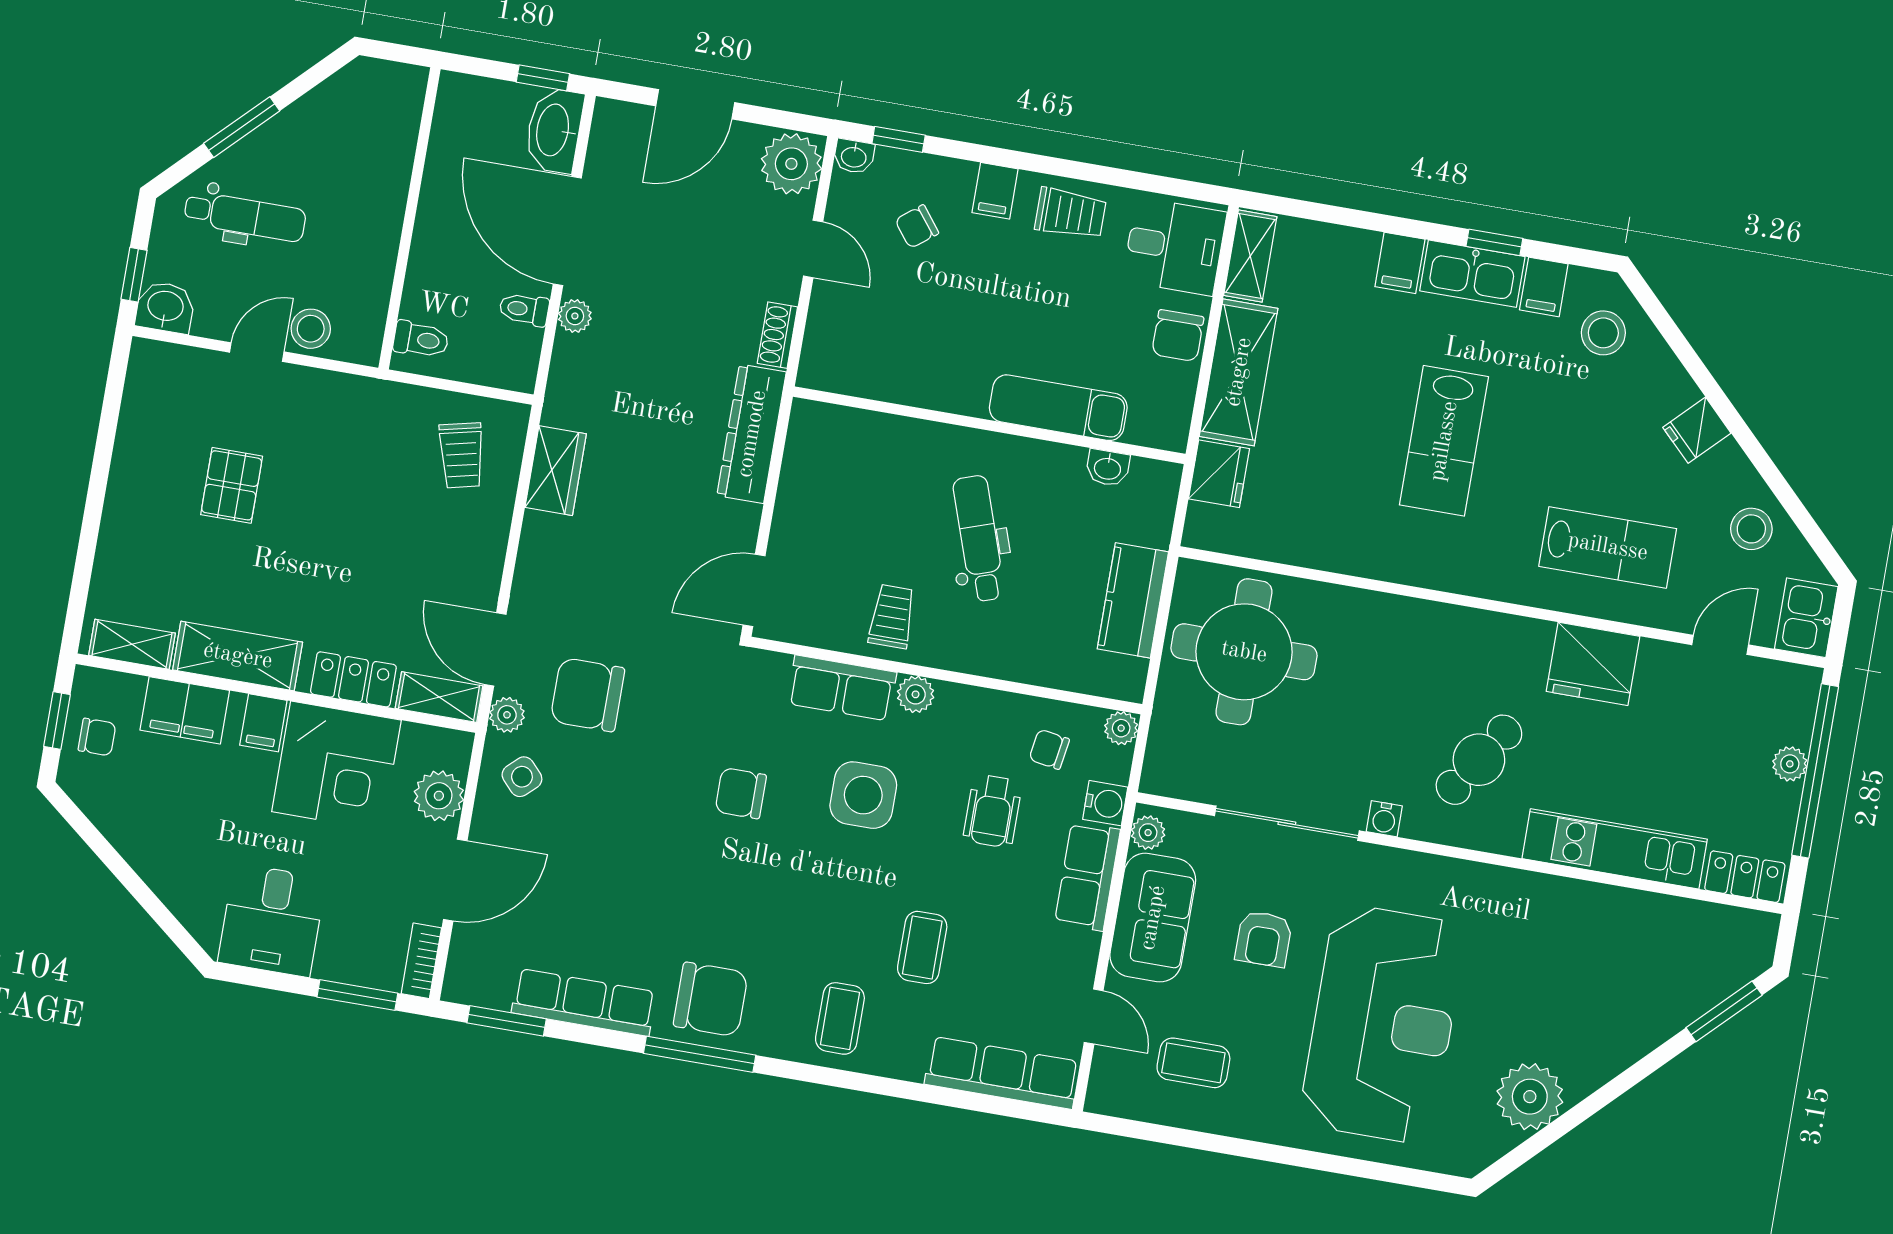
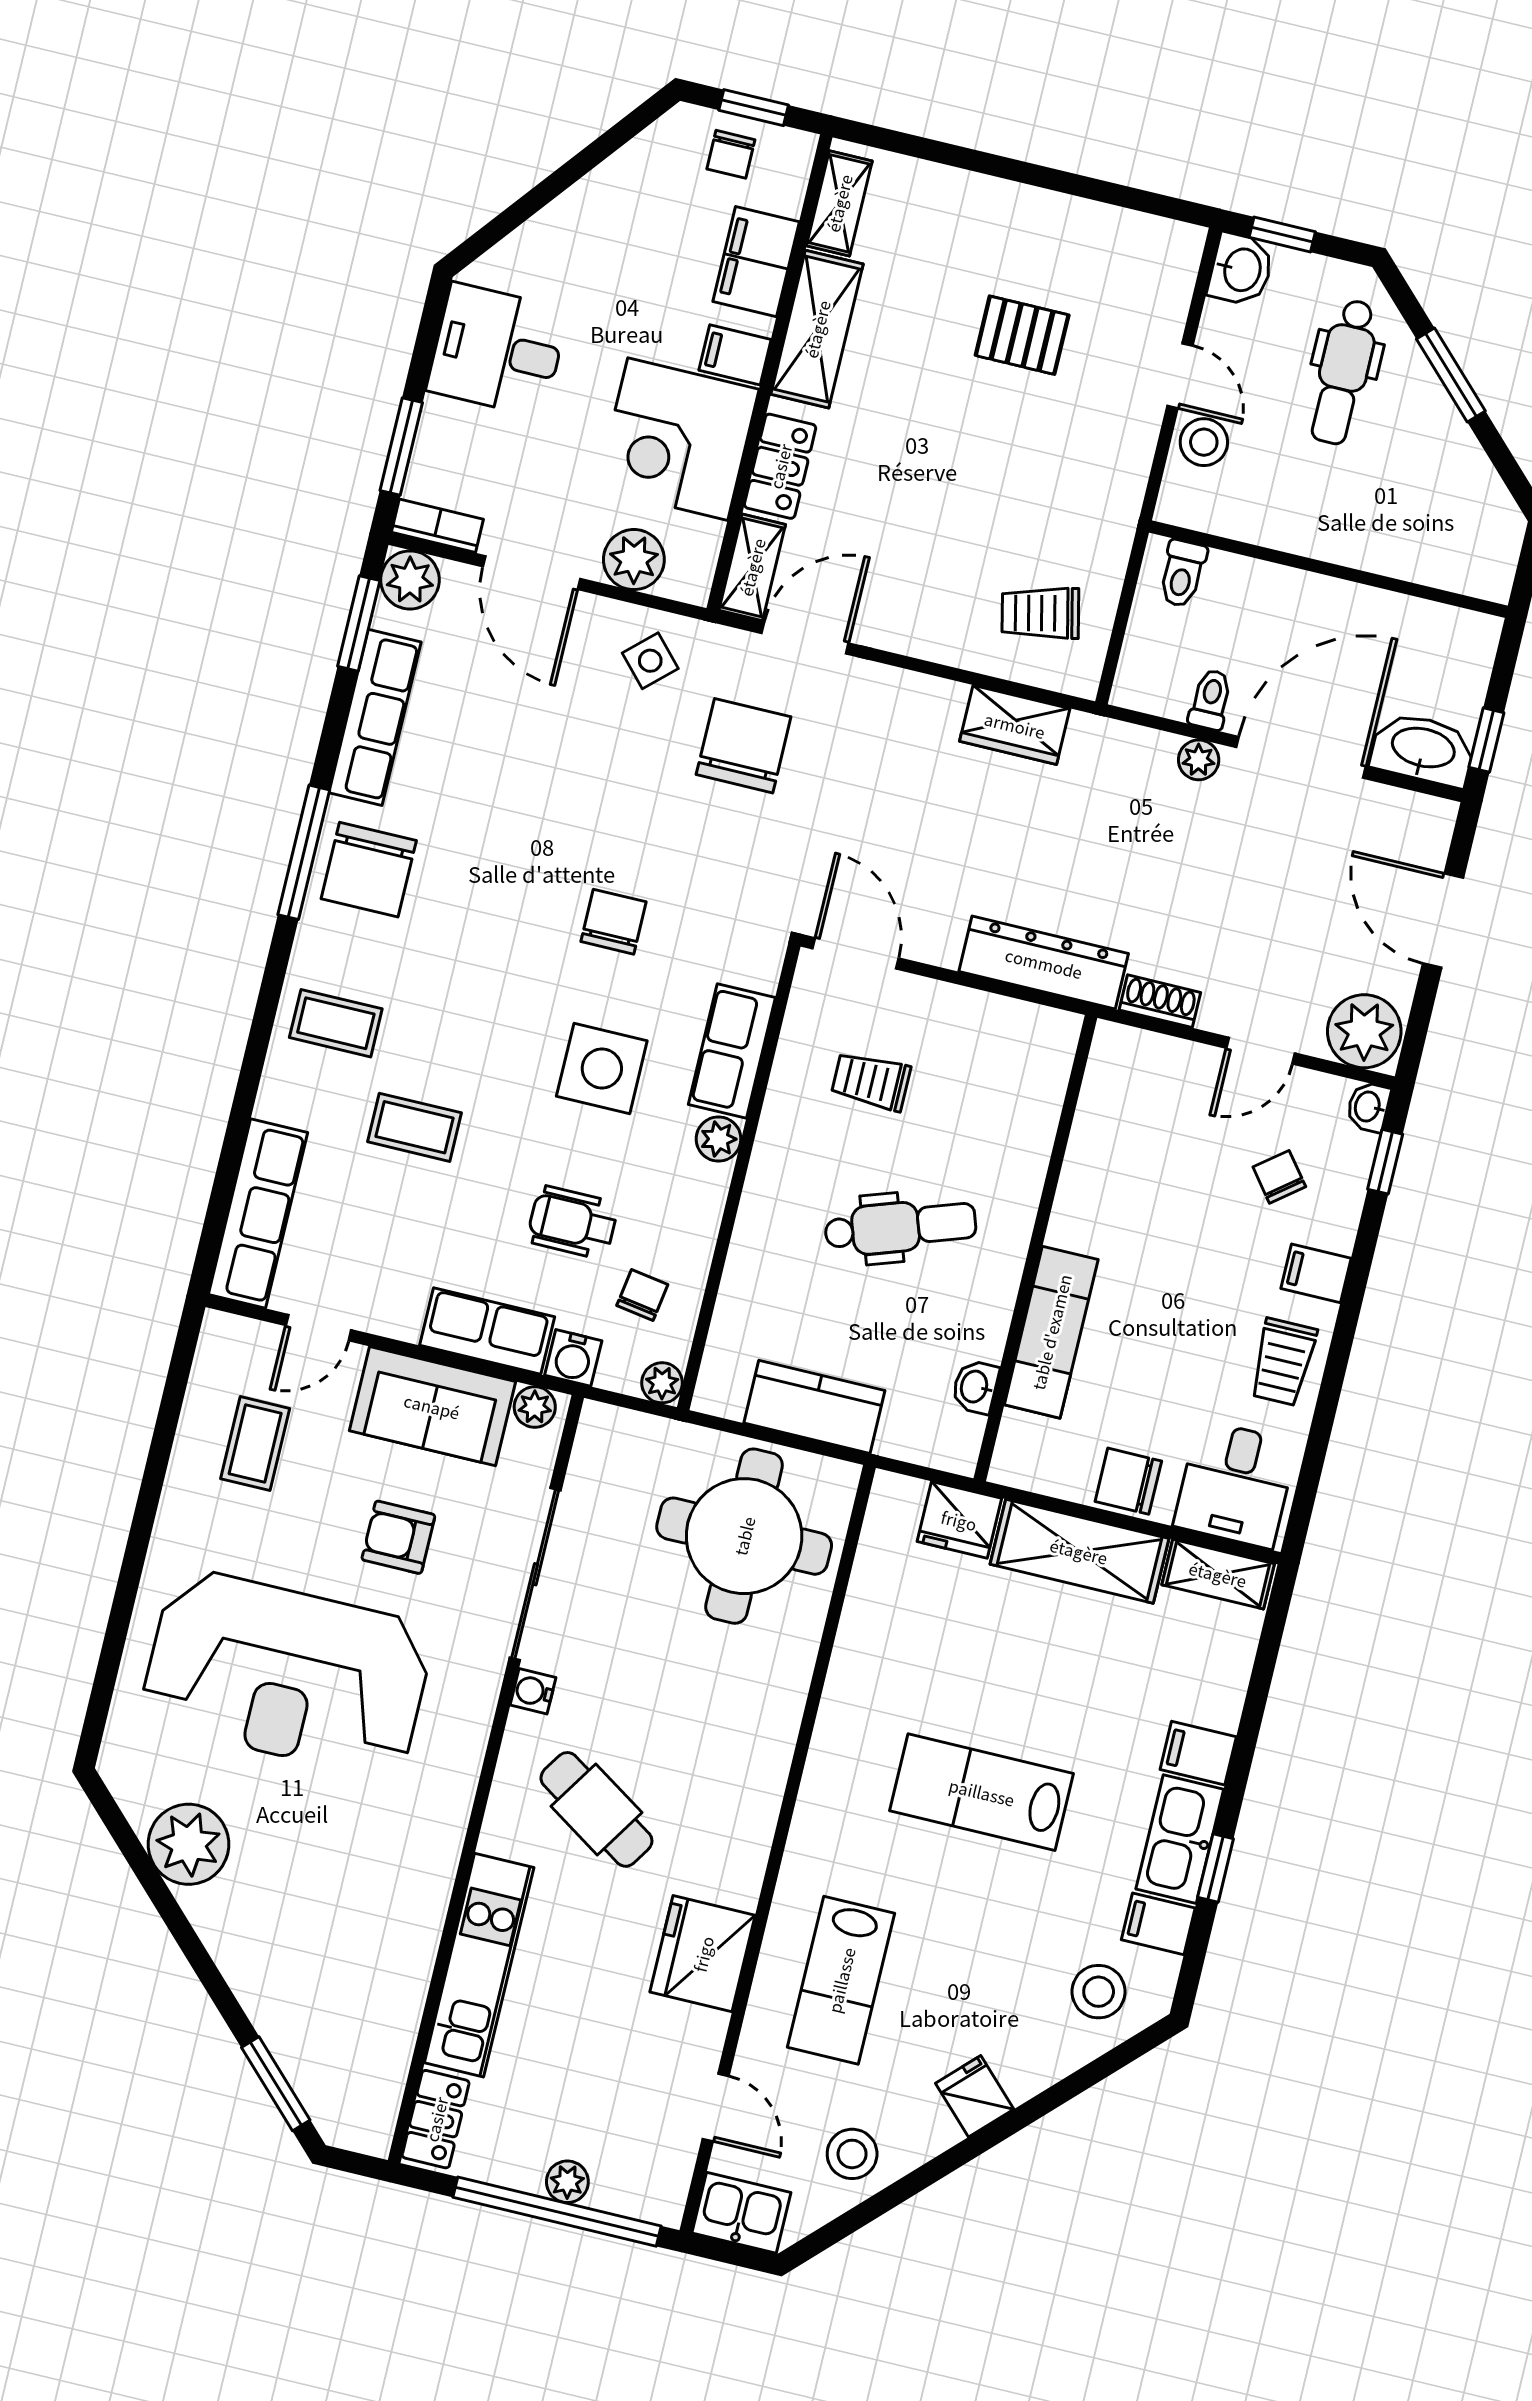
trolley: (892, 616) -> (871, 1081), moved, turned 180
plant: (507, 715) -> (410, 580), moved, width x1.38, depth x1.38

